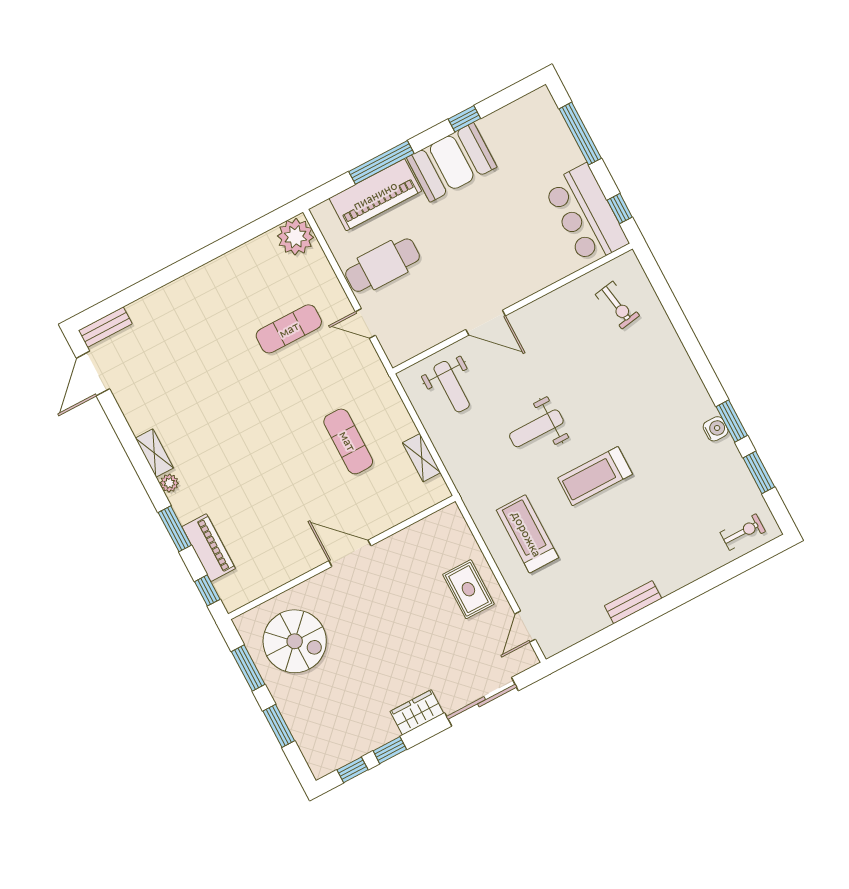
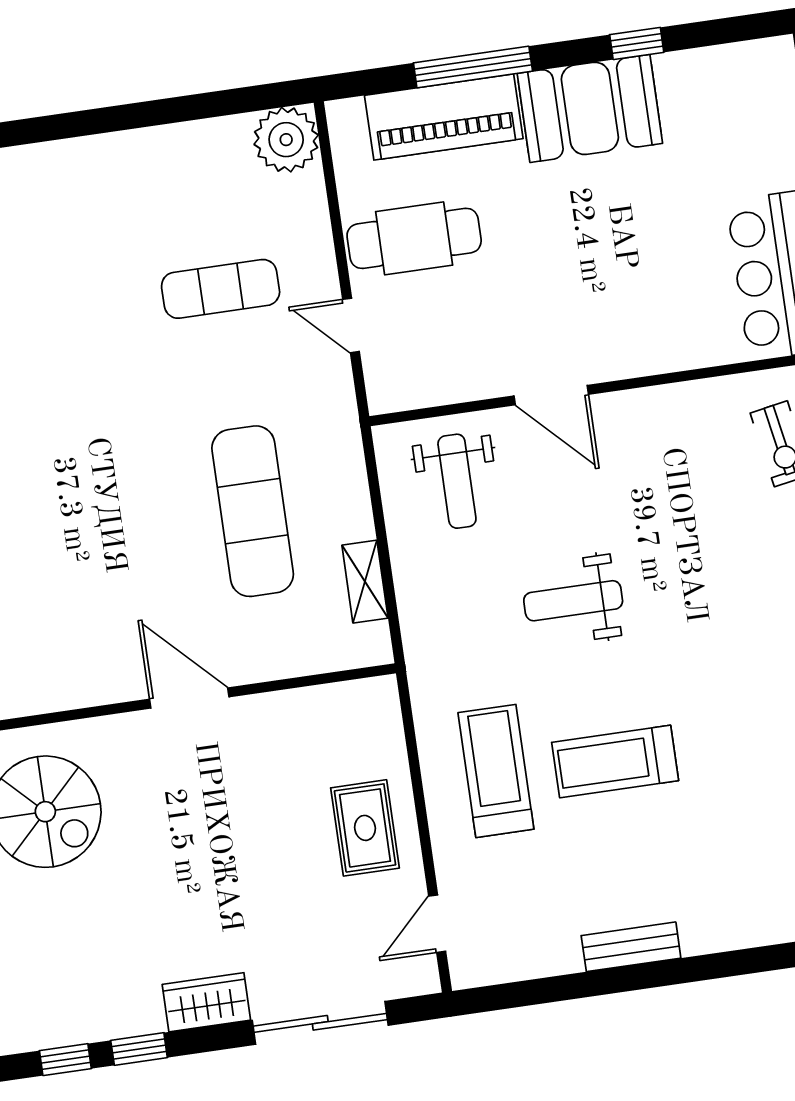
exercise mat: (348, 441) -> (253, 511), width x1.36, depth x1.45
treadmill: (595, 476) -> (615, 761), moved

